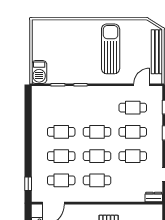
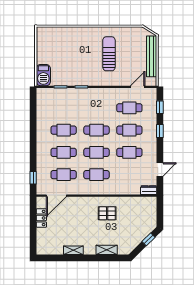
sun lounger: (111, 49) -> (109, 54), width x0.73, depth x0.75

